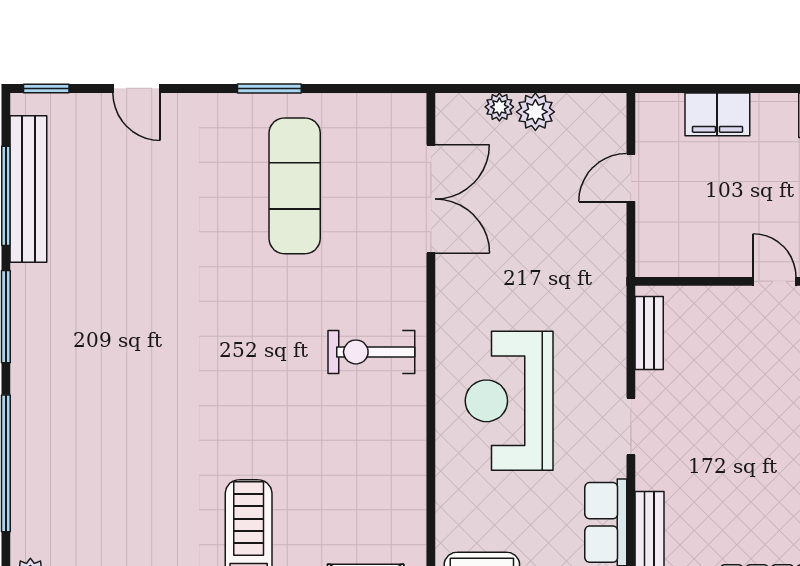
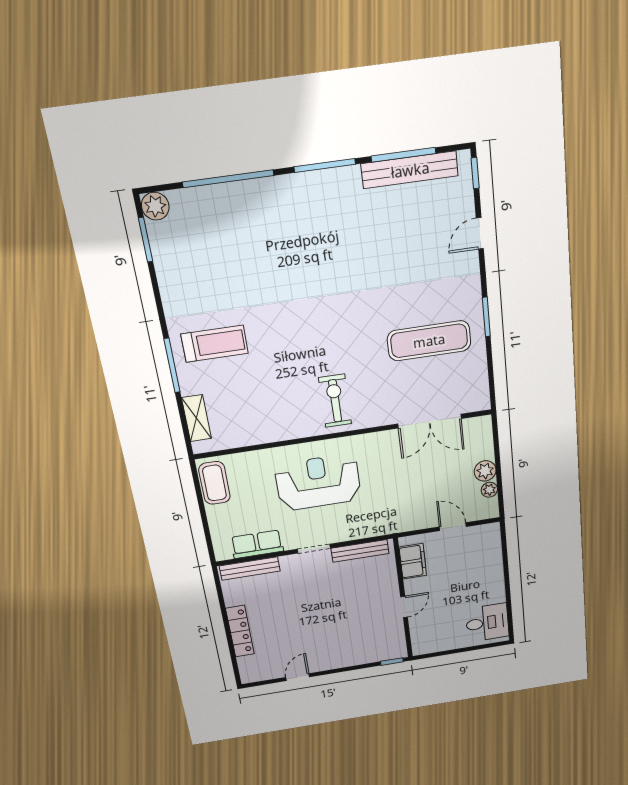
plant: (499, 107) -> (489, 490), moved
filing cabinet: (717, 114) -> (413, 561), moved, turned 180
bench: (649, 333) -> (360, 551), width x1.36

